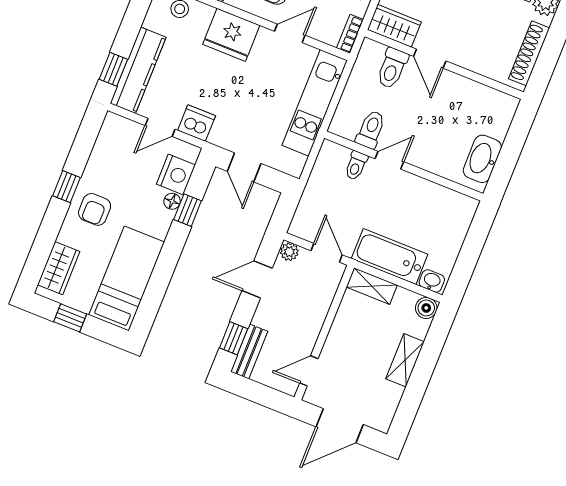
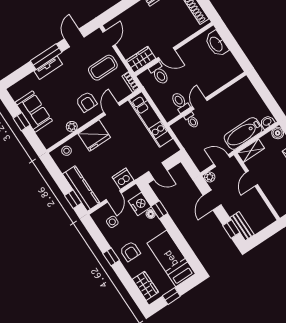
side table: (120, 152) -> (112, 222), added
washbasin: (482, 159) -> (216, 44), moved
door: (309, 371) -> (252, 179), moved

